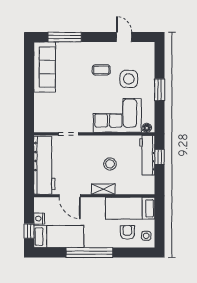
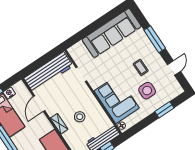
window: (65, 37) -> (155, 39), moved
sofa: (45, 67) -> (112, 33), width x1.36, depth x1.27
window: (160, 90) -> (164, 110), moved

